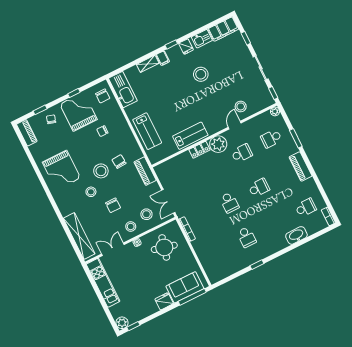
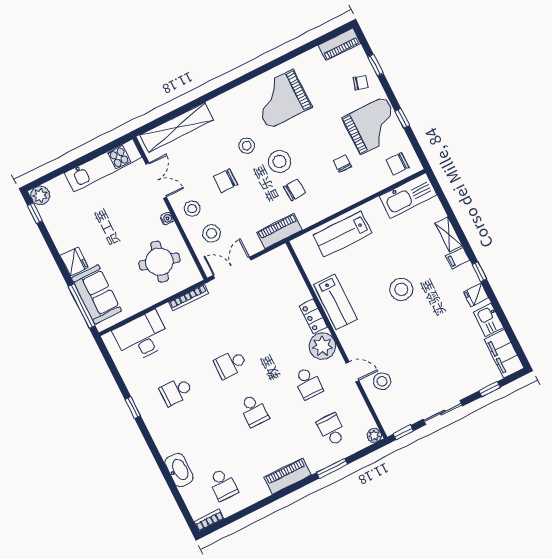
stool: (201, 74) -> (401, 289), moved
desk: (212, 259) -> (142, 337), added

